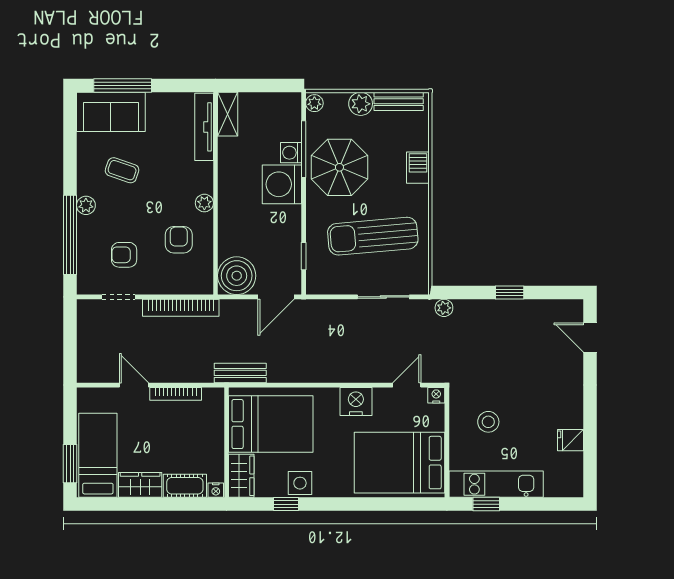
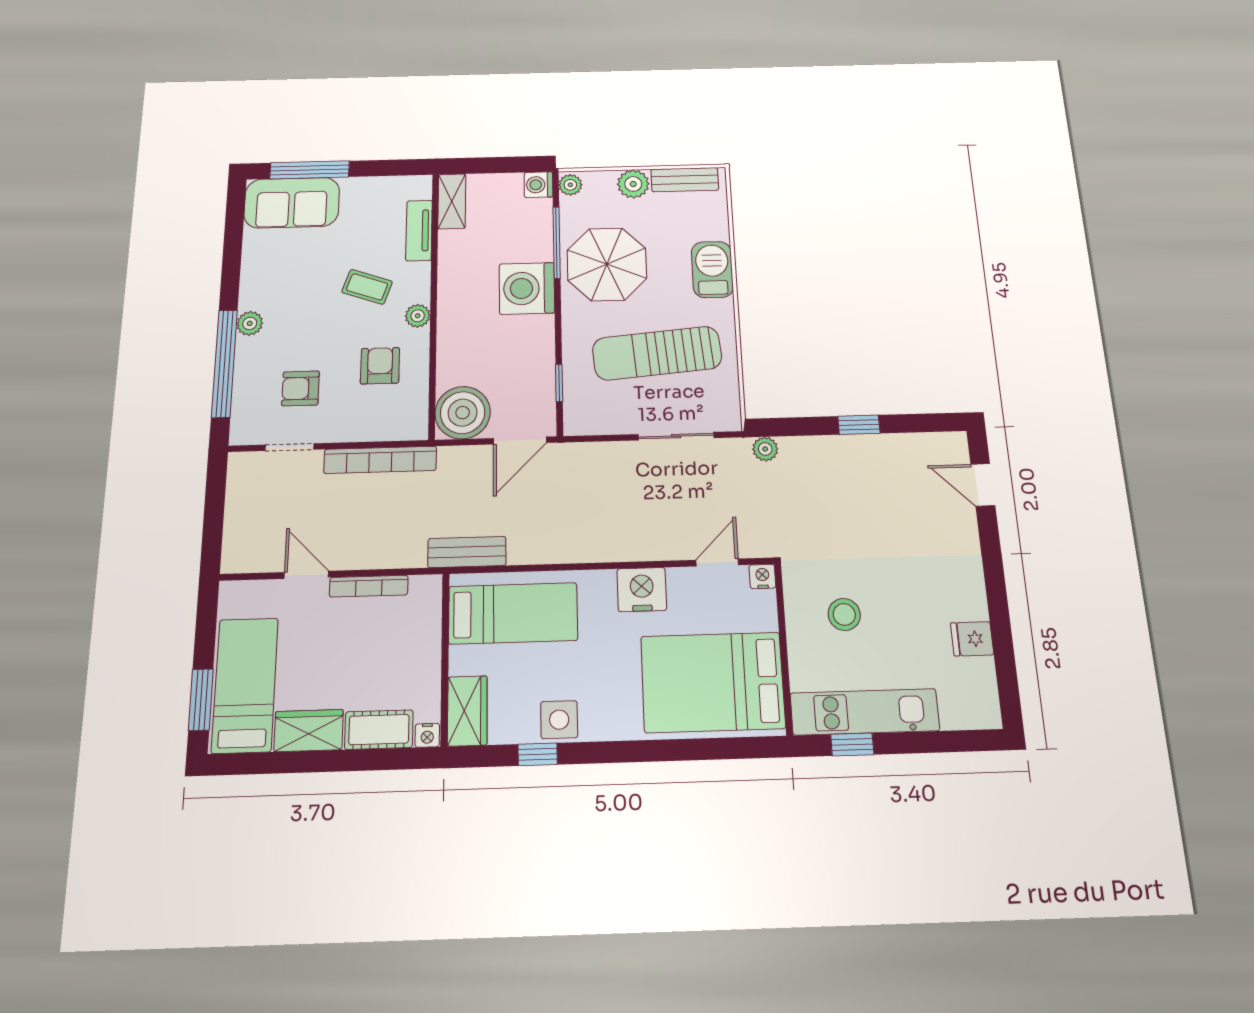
tv unit: (204, 127) -> (419, 230), width x0.71
washing machine: (291, 153) -> (538, 185), moved
barbecue: (418, 168) -> (712, 270), width x1.38, depth x1.27
coffee table: (122, 170) -> (367, 287), moved
bed: (271, 424) -> (513, 613), width x0.67

